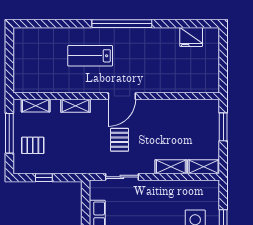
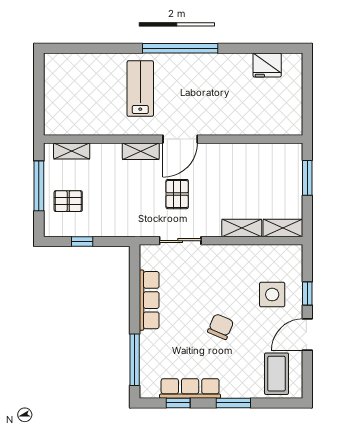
lab bench: (90, 56) -> (140, 89), turned 90
shelving: (76, 106) -> (141, 151), moved

